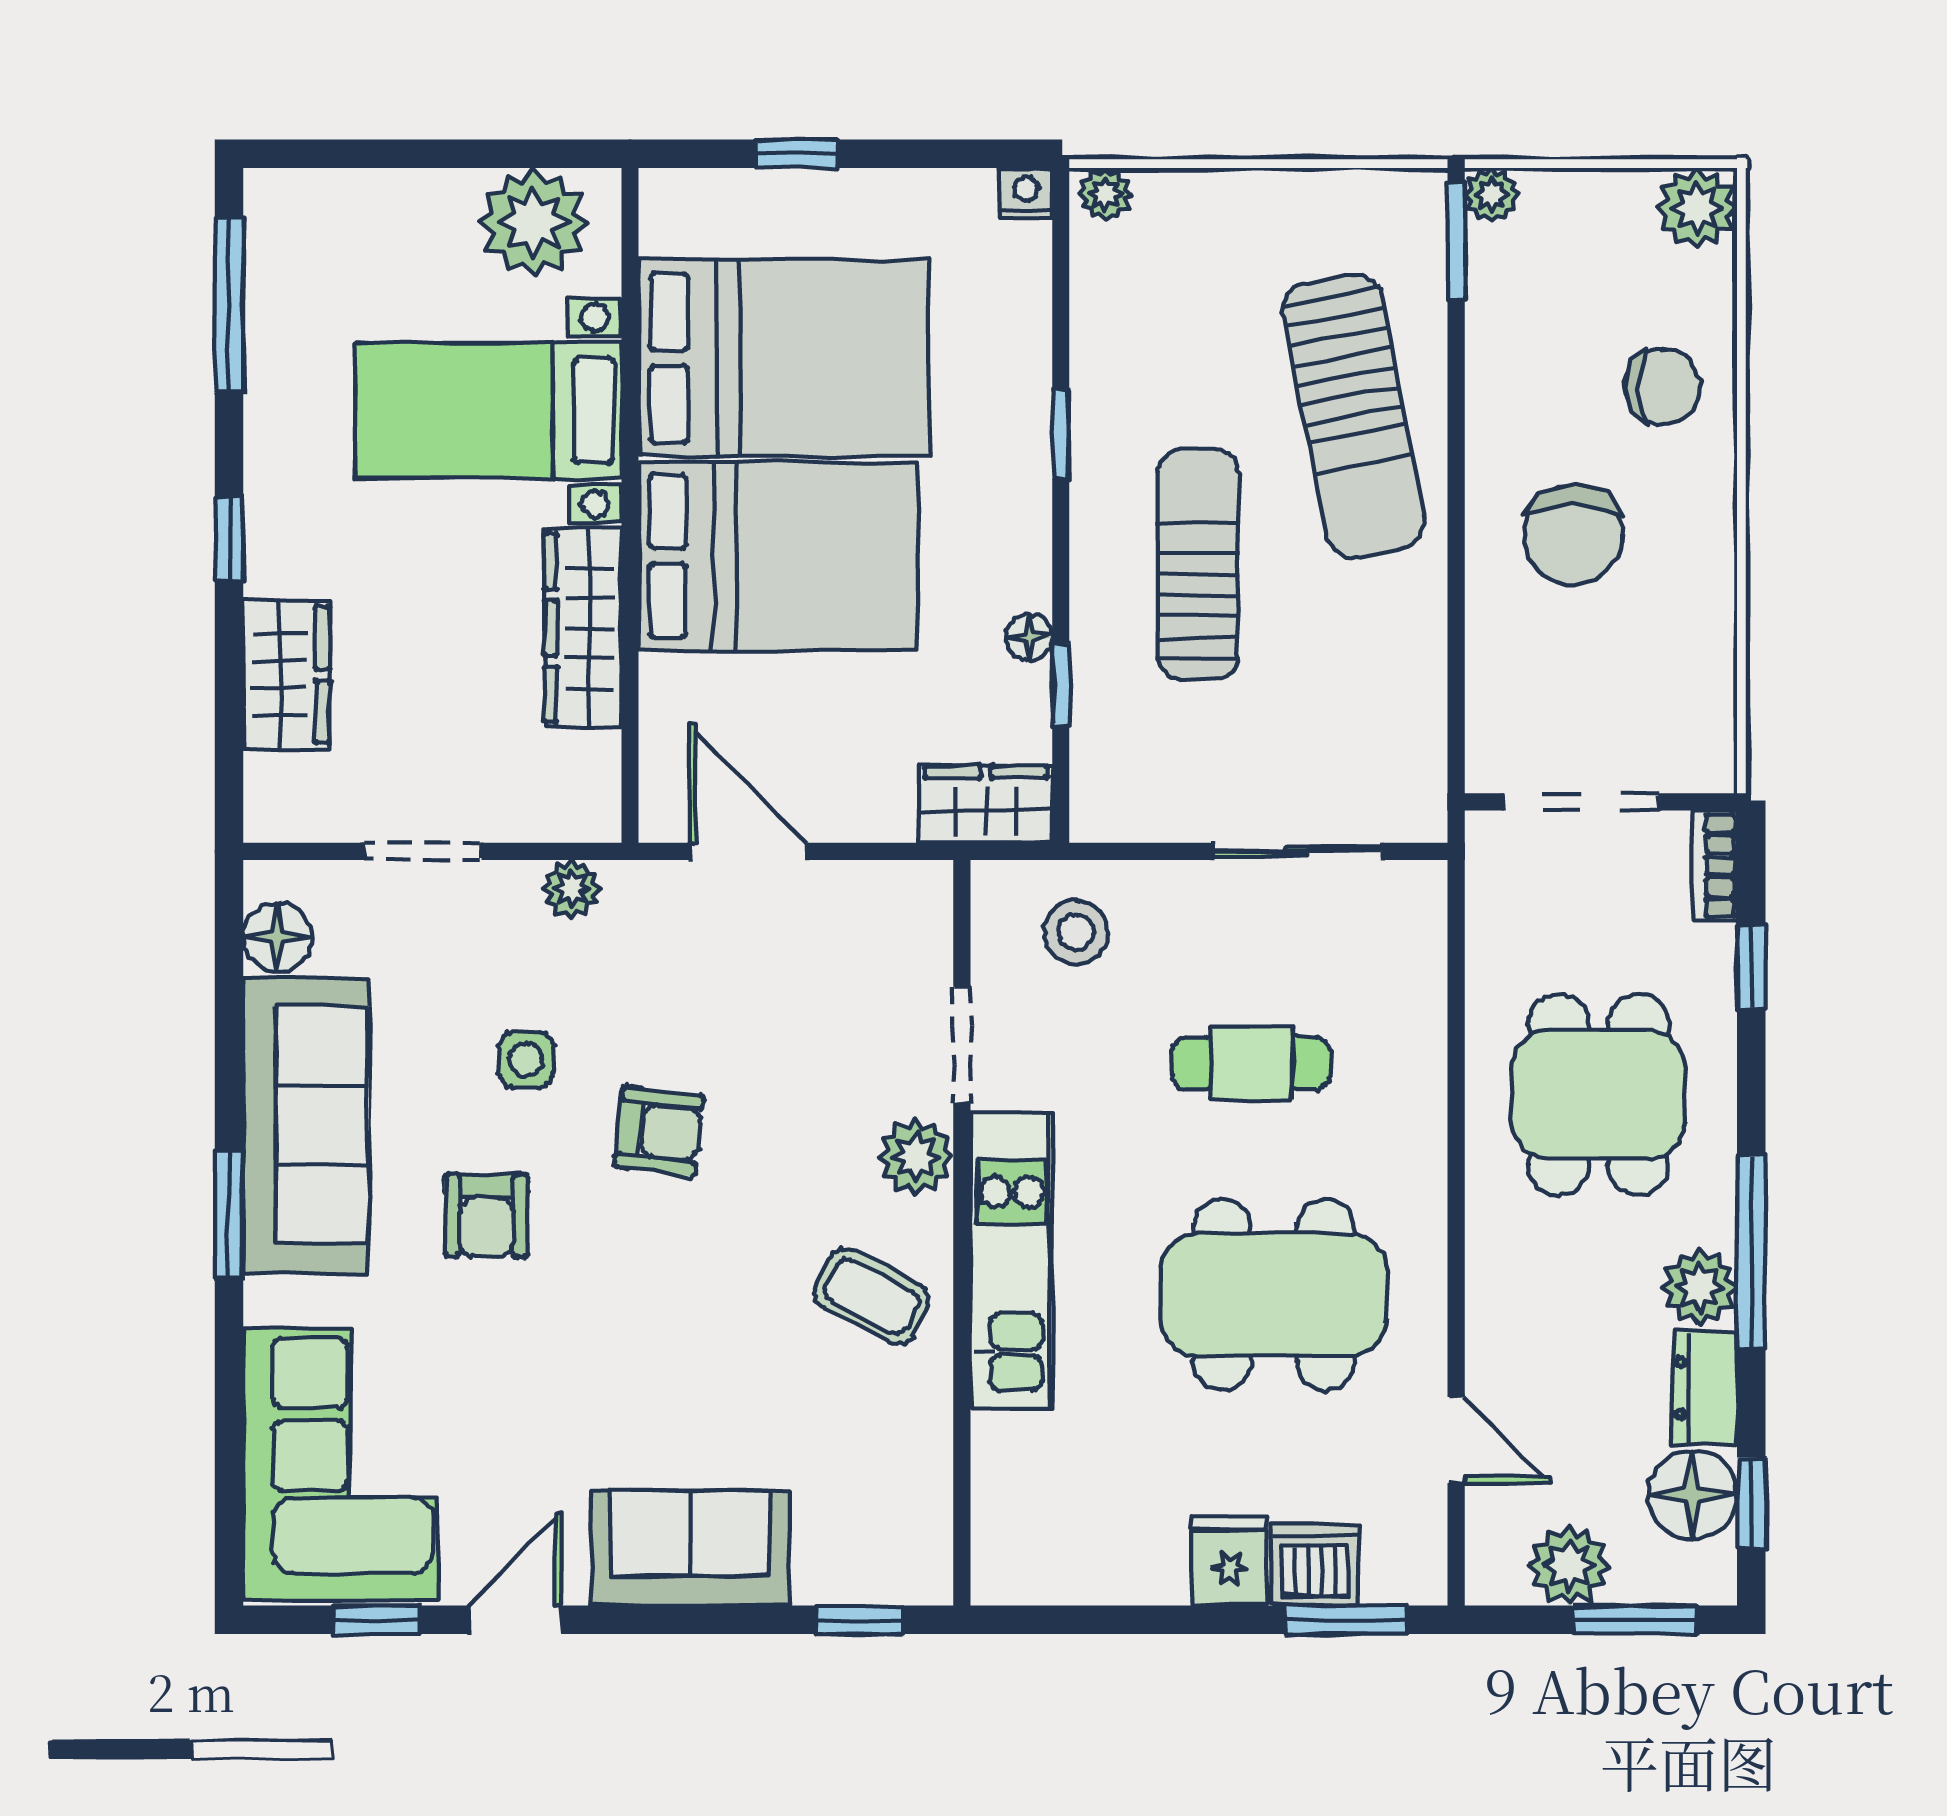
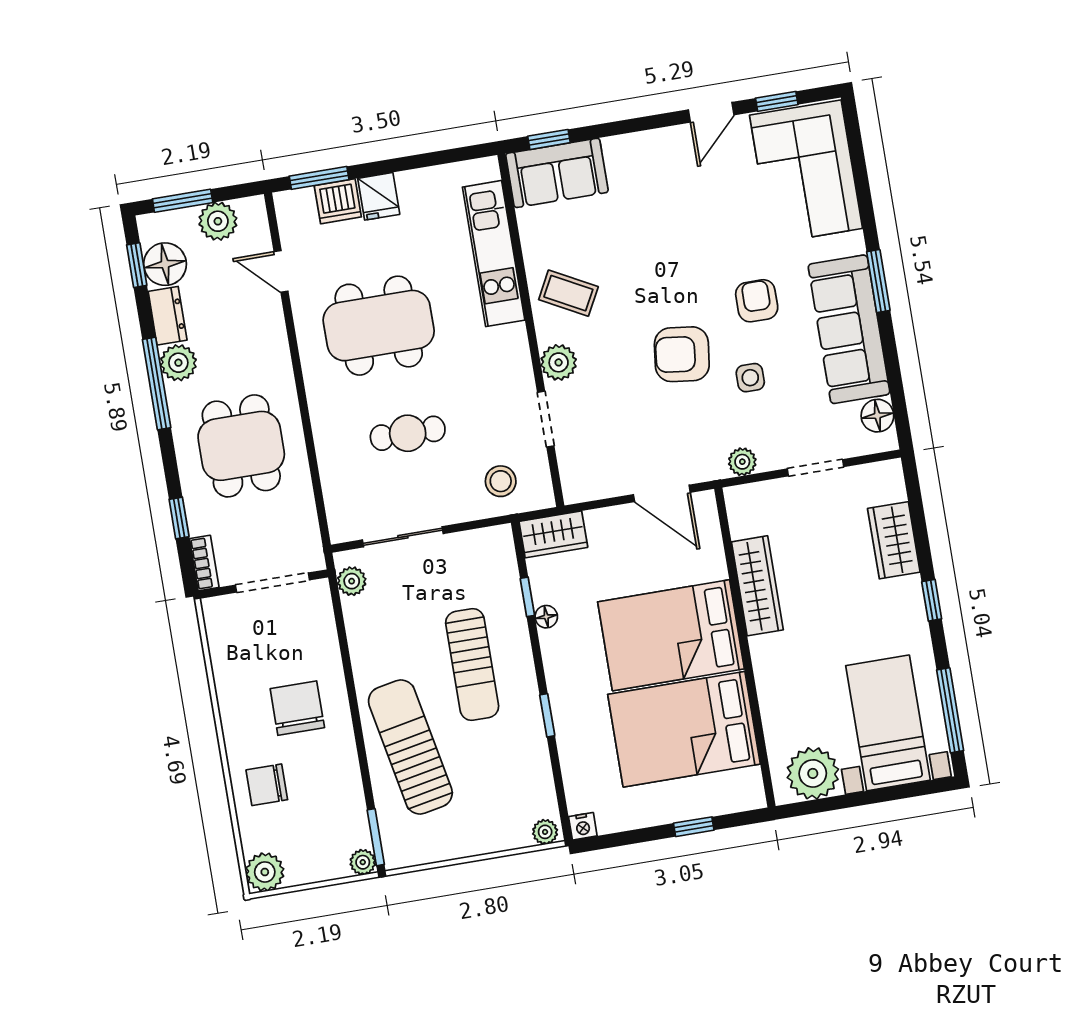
bed with nightstands: (489, 411) -> (888, 723), moved, turned -90
plant: (1417, 778) -> (352, 581), added
armchair: (659, 1131) -> (682, 354), width x1.38, depth x1.38
kitchen unit: (1012, 1260) -> (494, 254), moved
sofa: (690, 1548) -> (557, 173), moved

